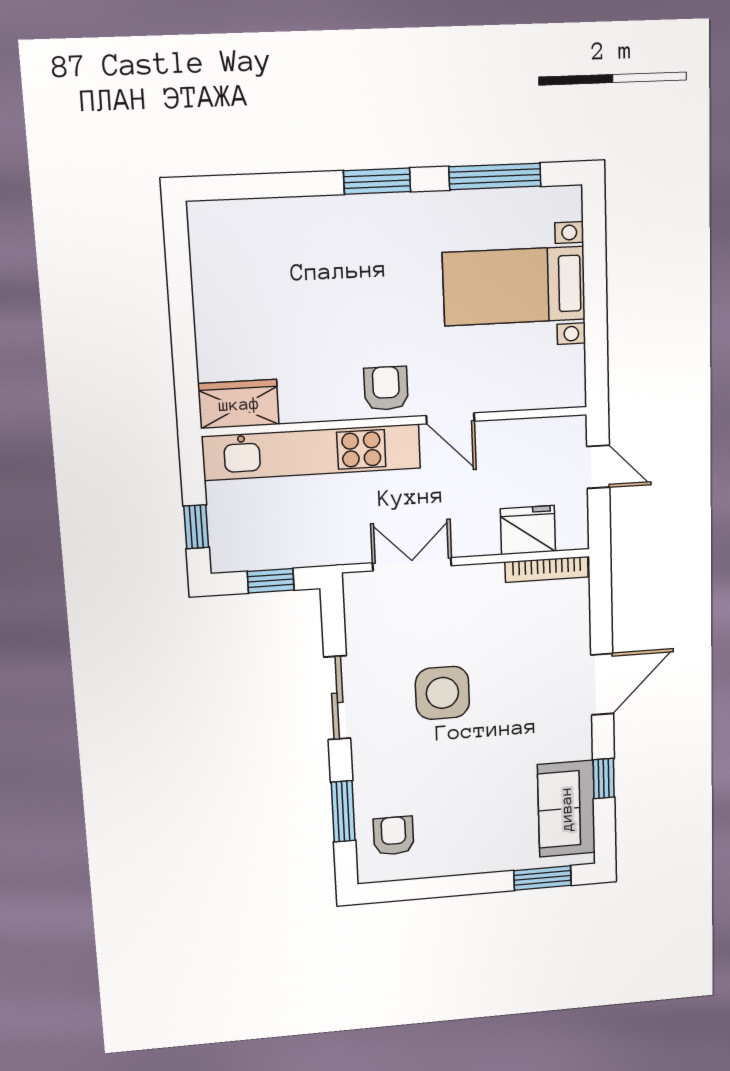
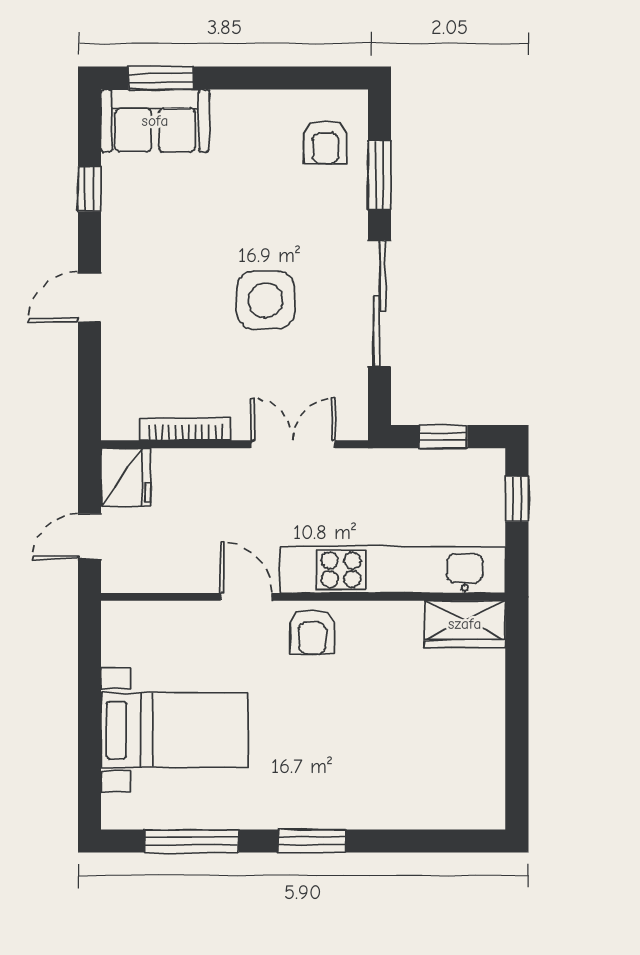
door: (598, 467) -> (90, 536), hinge flipped
fridge: (528, 530) -> (126, 477), moved, turned -90
double door: (412, 564) -> (293, 444), swing flipped
bookcase: (547, 569) -> (185, 429), moved
door: (602, 684) -> (90, 297), width x0.73
sliding door: (337, 698) -> (379, 304), width x1.37
sofa: (566, 809) -> (155, 121), moved, turned 90

